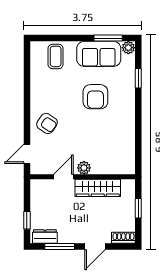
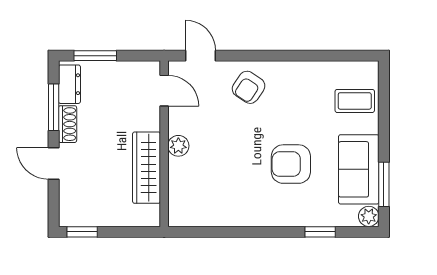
door: (63, 177) -> (164, 91), moved
window: (138, 208) -> (82, 232), moved
window: (27, 220) -> (95, 56), width x1.50
shoe rack: (123, 238) -> (68, 124), moved

